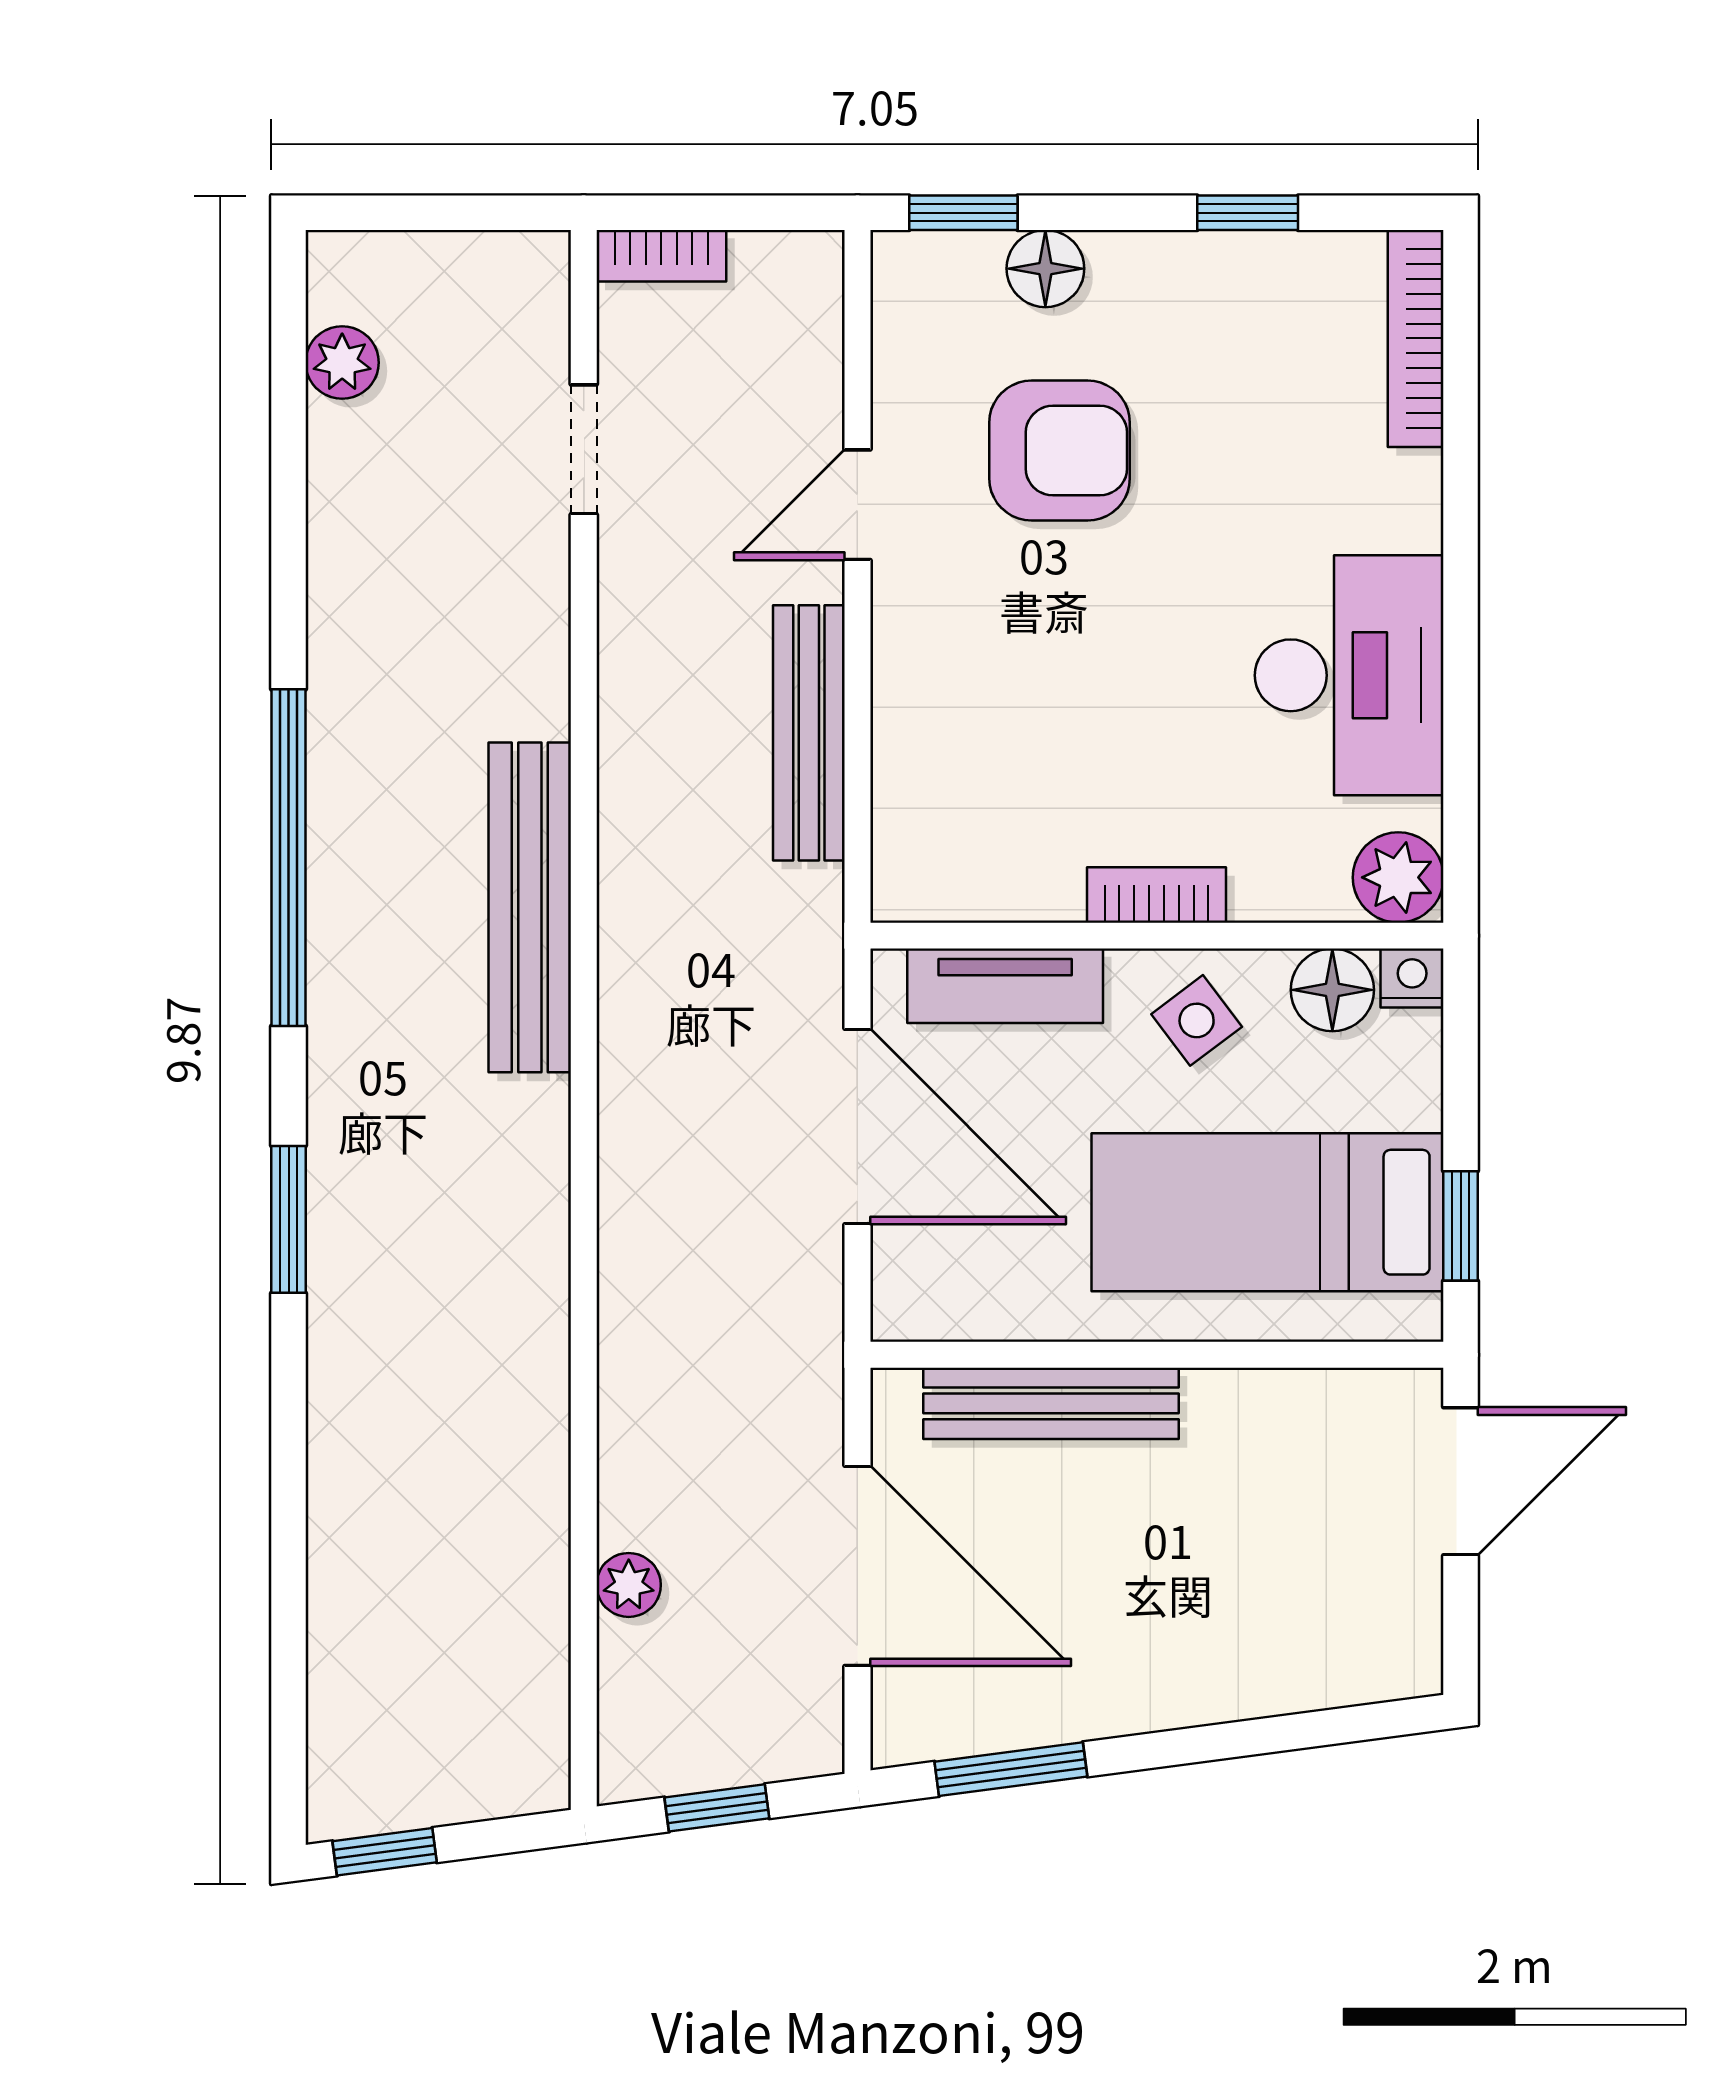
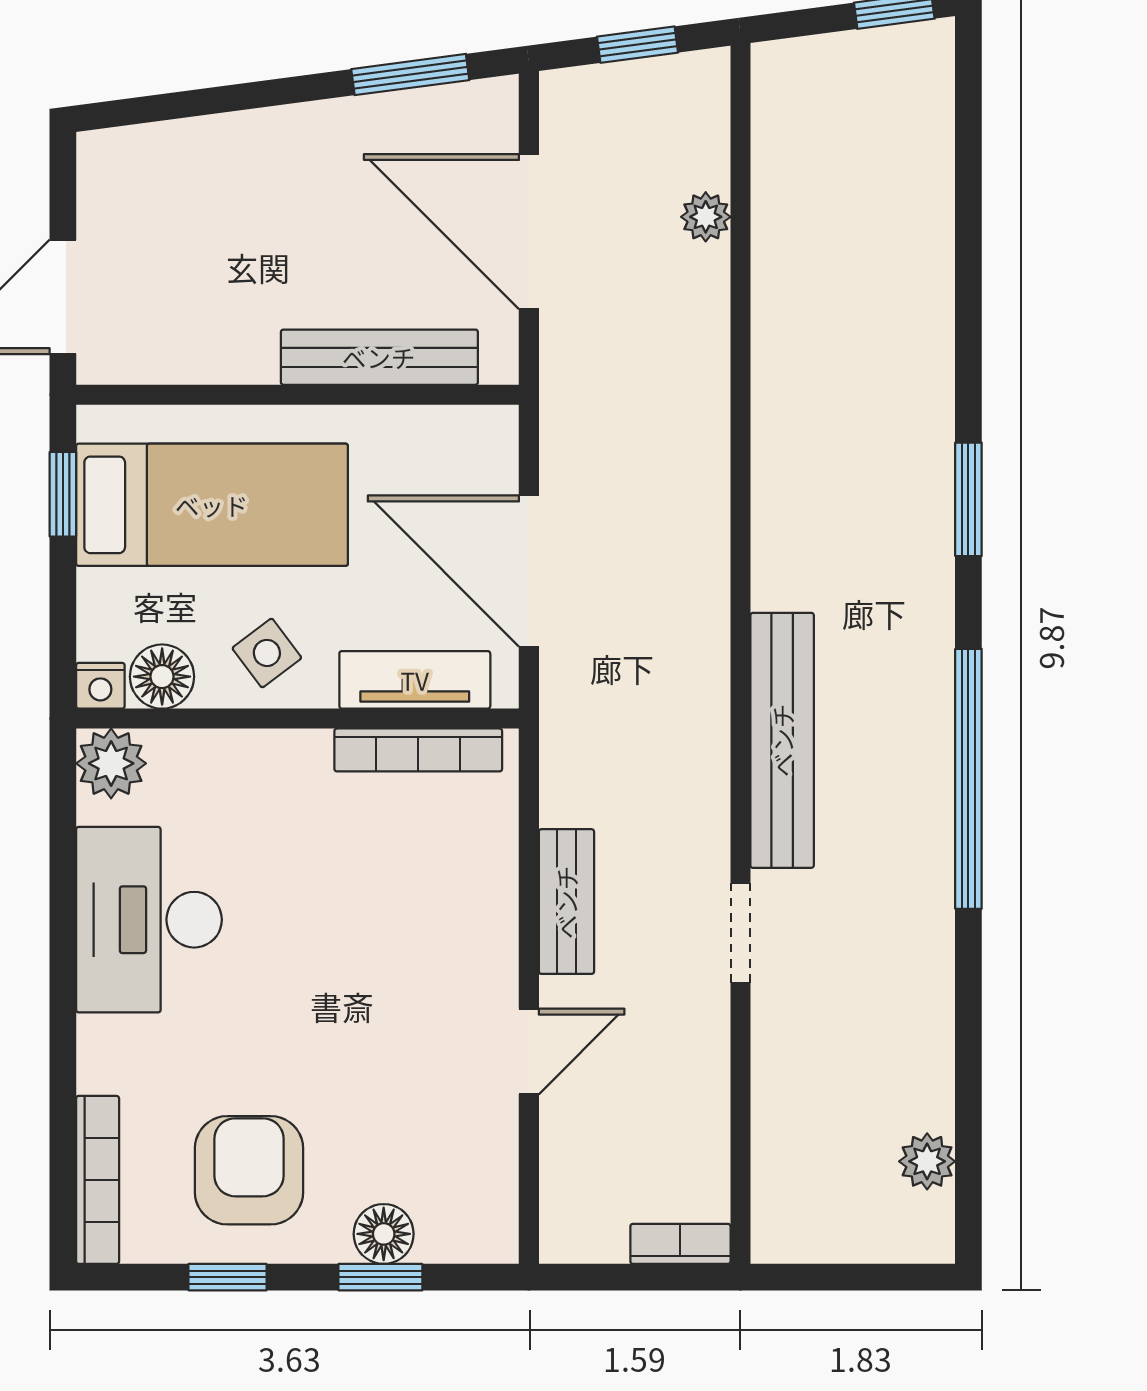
window: (963, 213) -> (380, 1277), moved
doorway: (584, 449) -> (740, 933), moved
armchair: (1060, 451) -> (249, 1170), moved, turned 90
bench: (809, 733) -> (566, 902), width x0.73
bookcase: (1157, 895) -> (418, 750), moved, width x1.56

